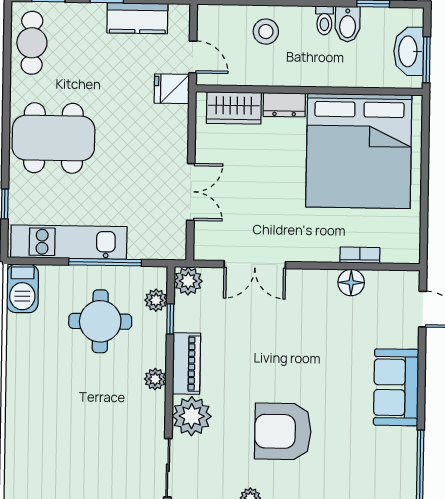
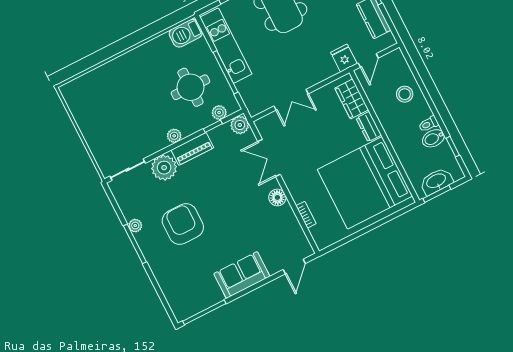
floor lamp: (351, 283) -> (277, 197), moved

